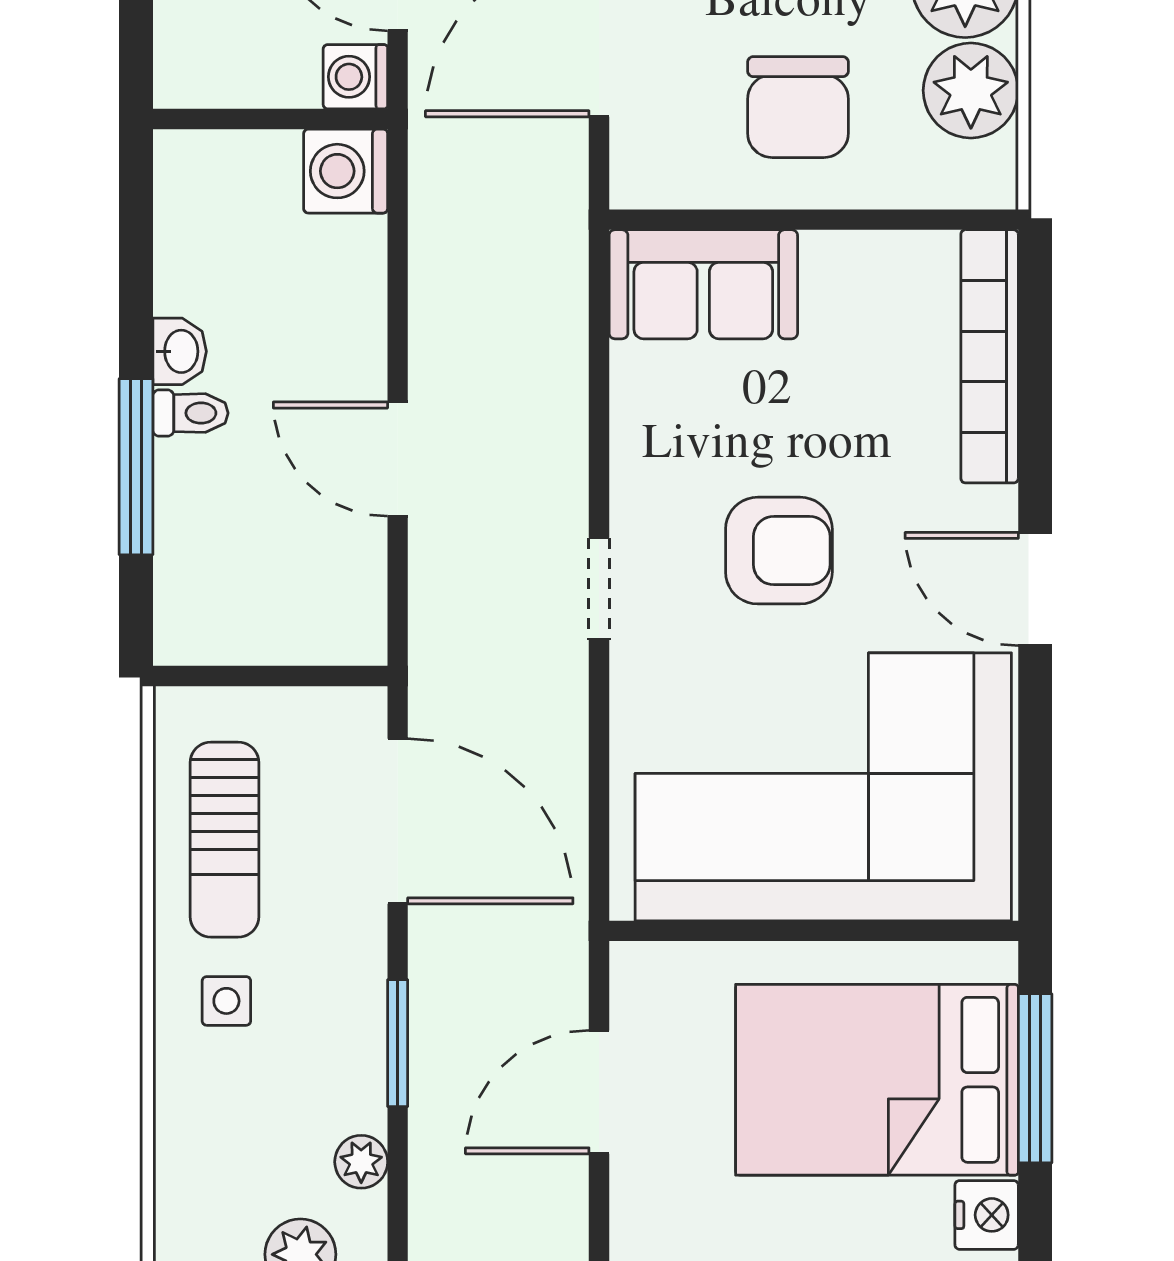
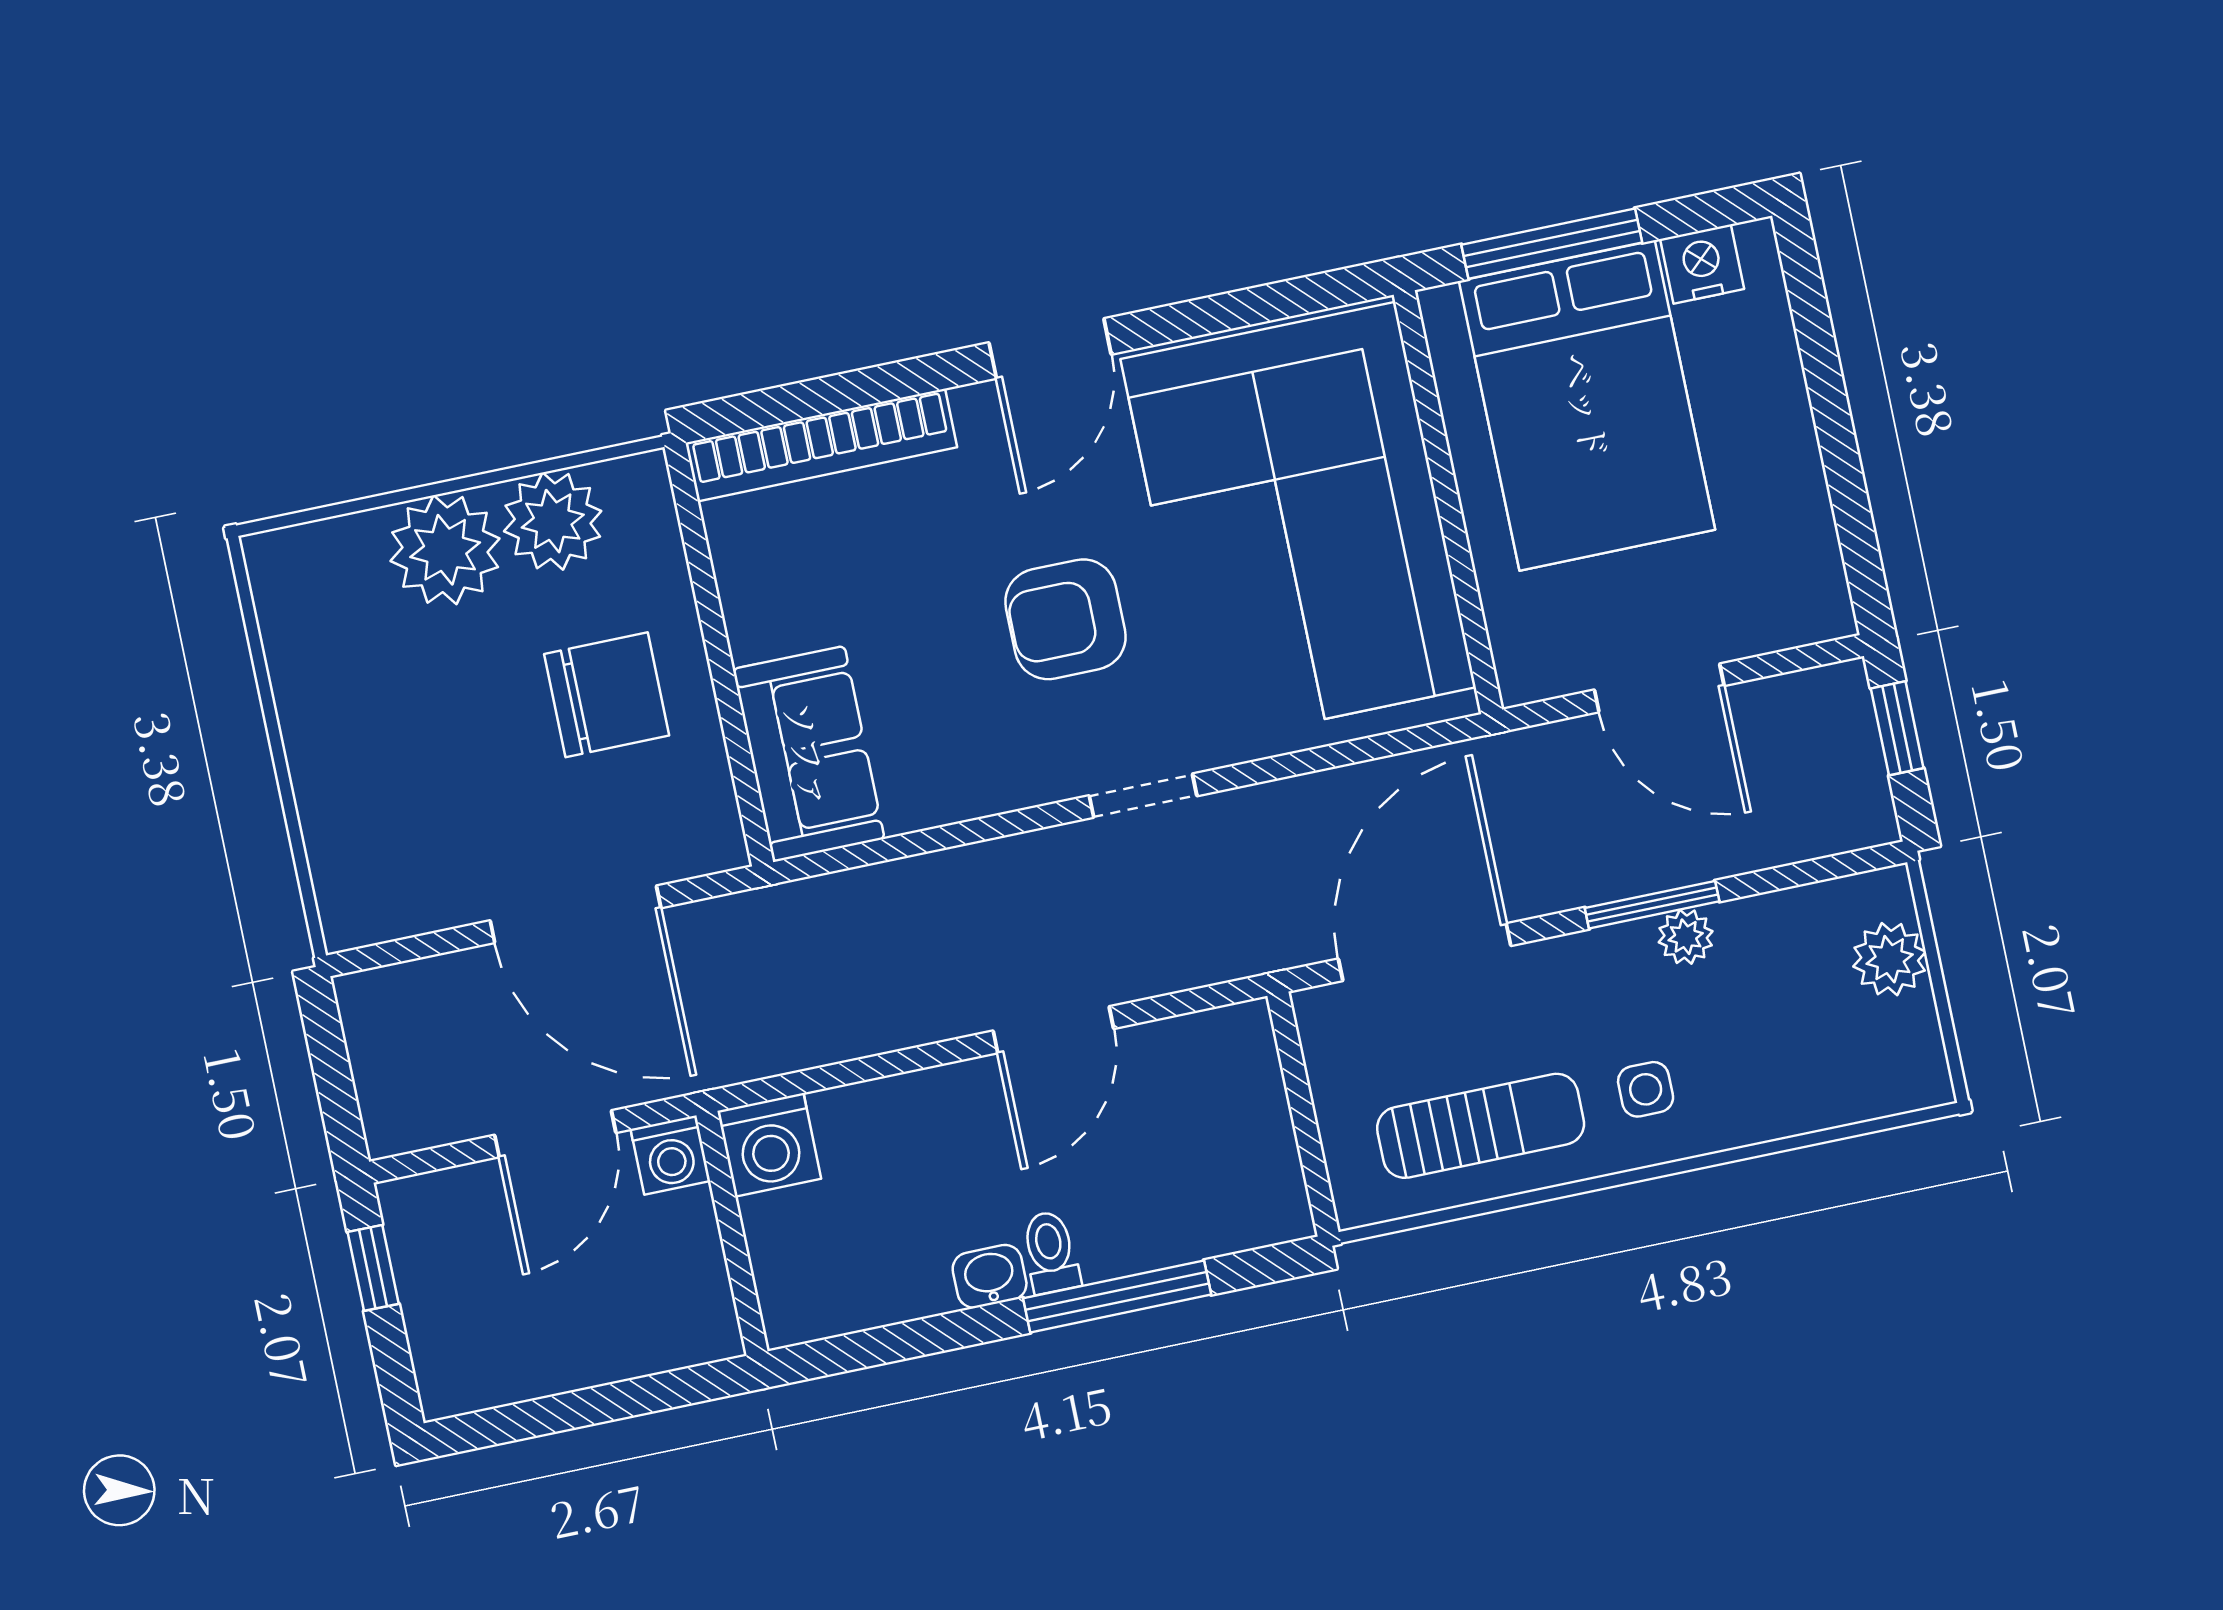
armchair: (779, 551) -> (1065, 619), turned -90
plant: (361, 1162) -> (1686, 937), moved

